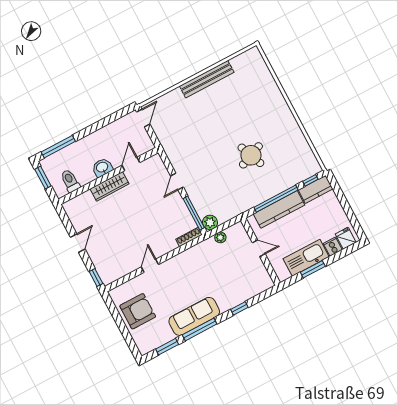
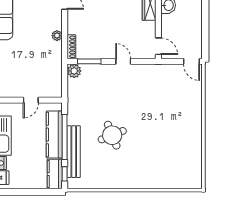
bench: (207, 79) -> (74, 152), moved
door: (131, 164) -> (158, 46), moved
window: (194, 213) -> (89, 61), width x0.69
plant: (220, 237) -> (57, 36), moved

